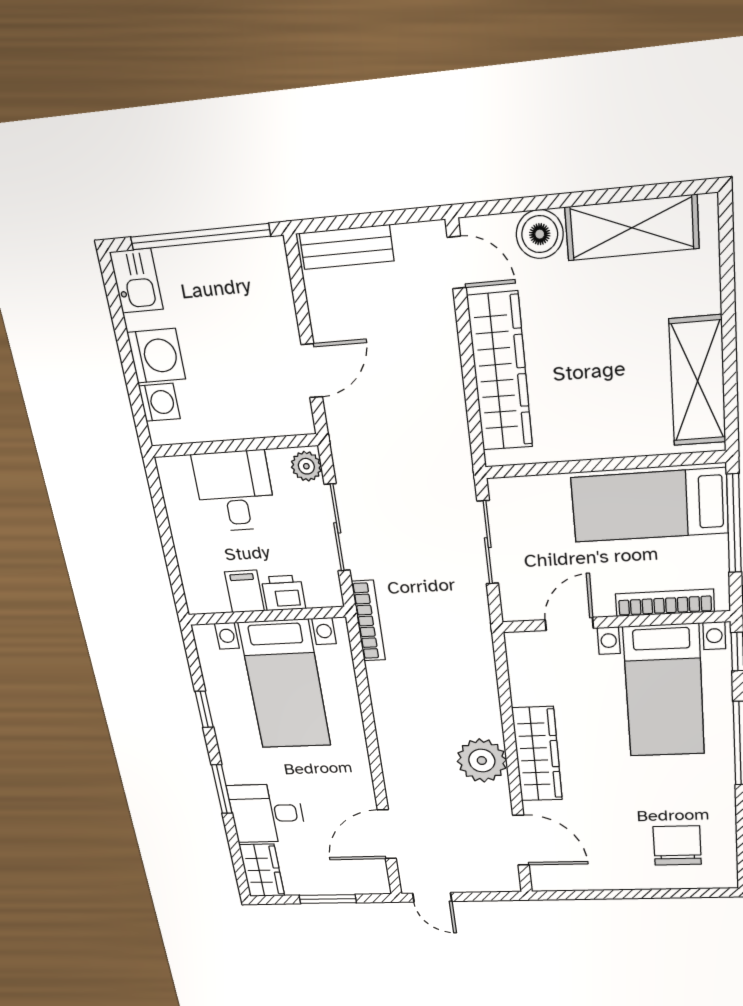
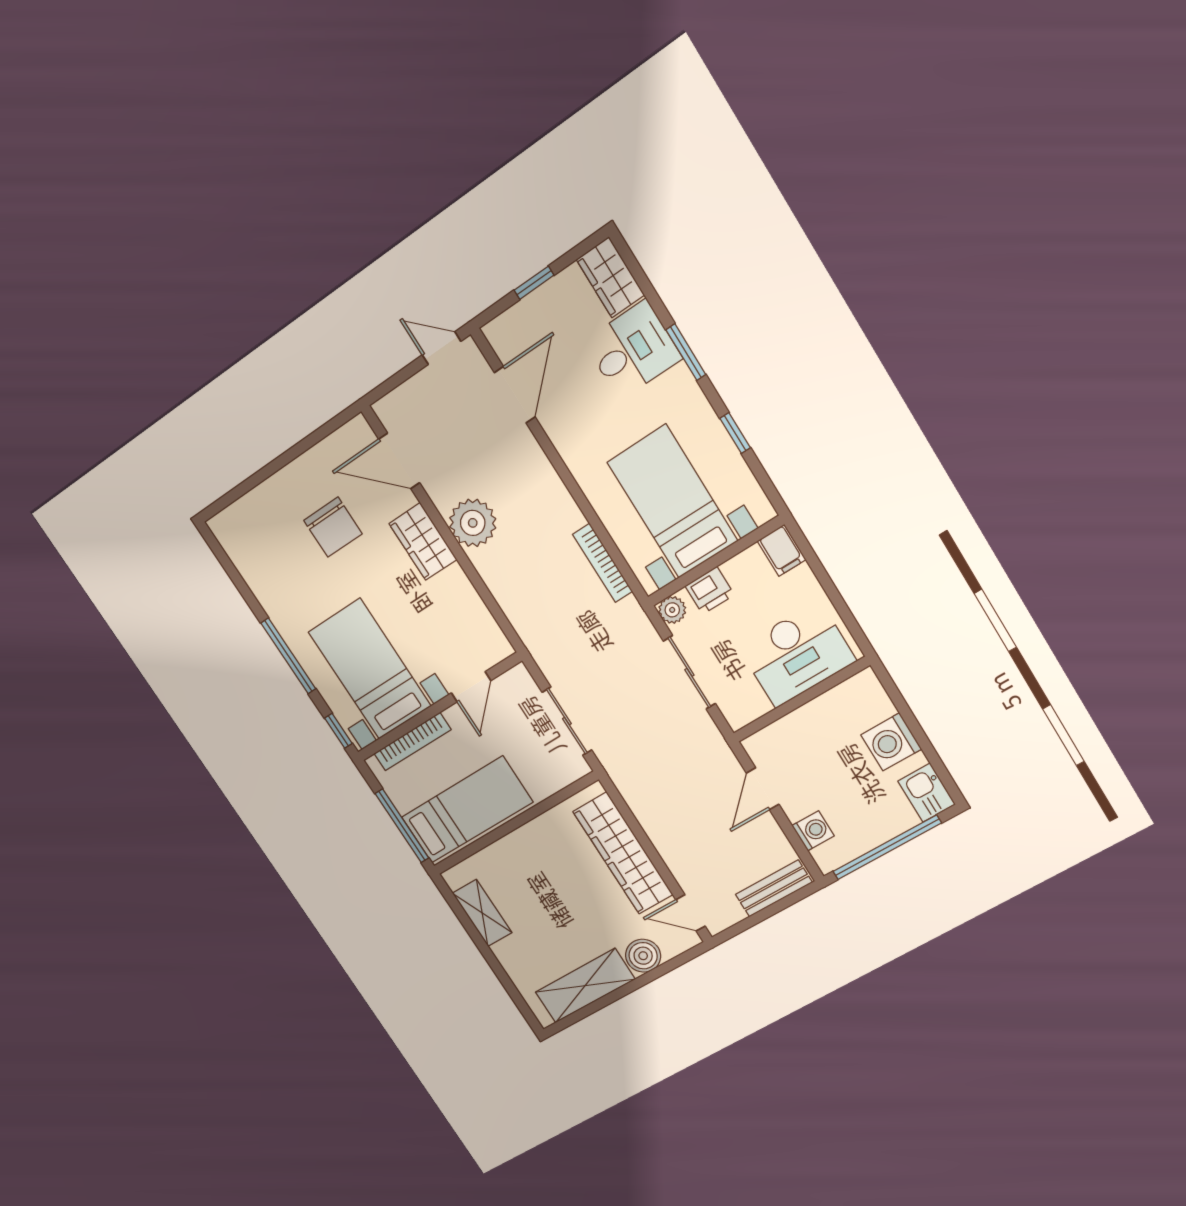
shelving: (698, 381) -> (482, 913), width x0.67, depth x0.75
washing machine: (159, 402) -> (813, 831), moved, turned 180
plant: (306, 466) -> (672, 610), moved
desk: (235, 491) -> (797, 654), width x1.37
filing cabinet: (244, 591) -> (782, 550), moved
bookcase: (369, 621) -> (603, 563), moved
wardrobe: (537, 754) -> (423, 542), width x0.67
chair: (677, 846) -> (333, 527), moved
window: (328, 899) -> (534, 283), width x0.67

